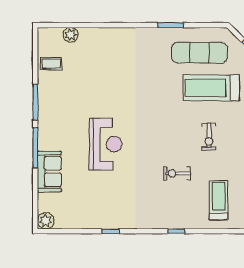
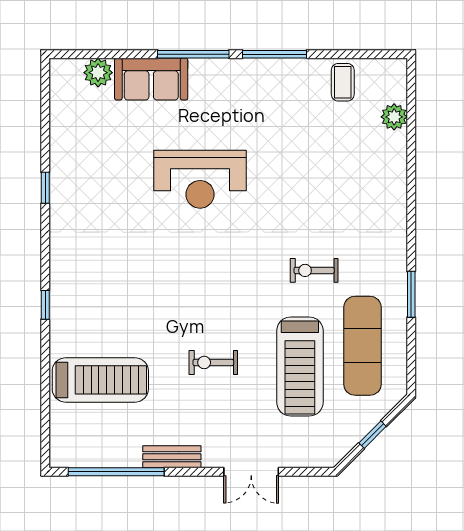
treadmill: (211, 88) -> (300, 366), turned 180
exercise bike: (177, 173) -> (314, 270), moved, turned -90
treadmill: (219, 200) -> (100, 380), width x1.37, depth x1.38
plant: (46, 221) -> (98, 73), moved

